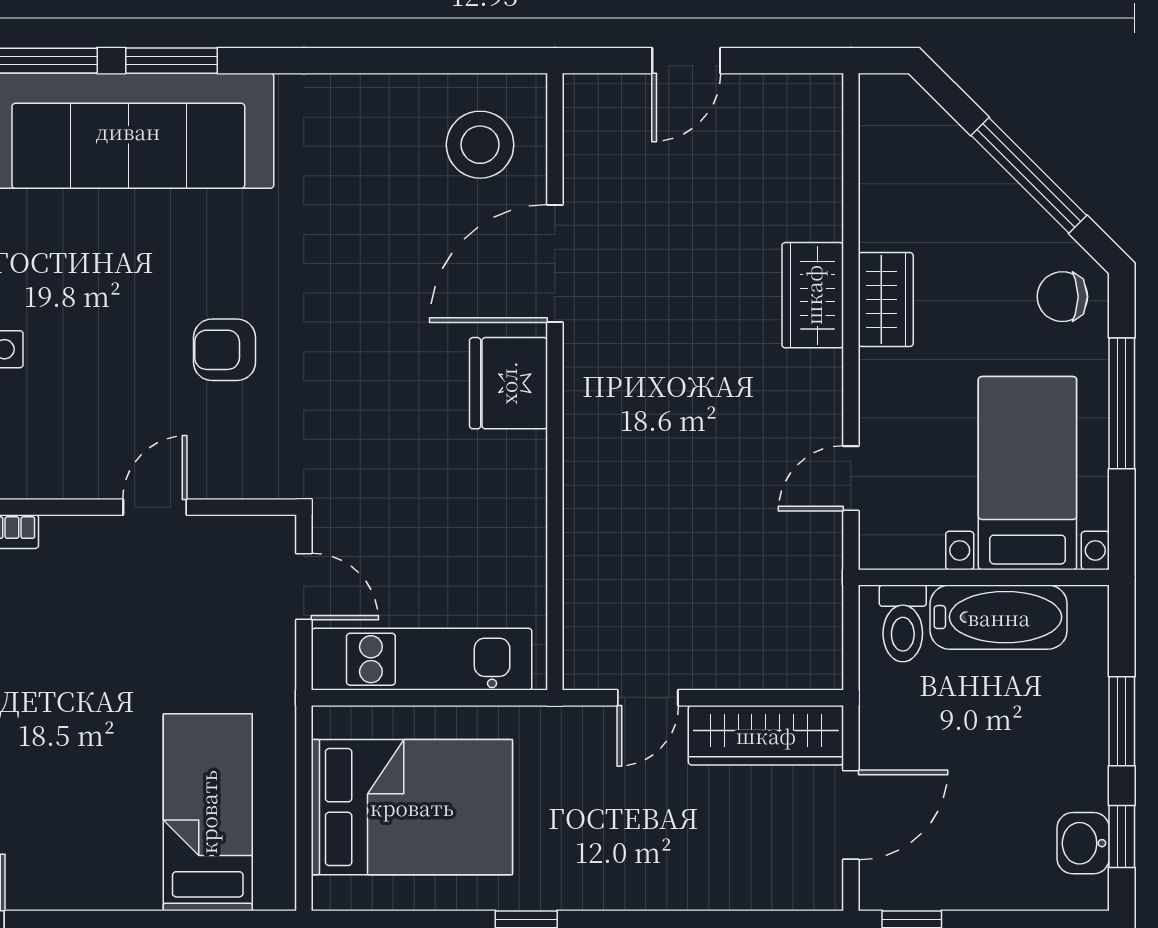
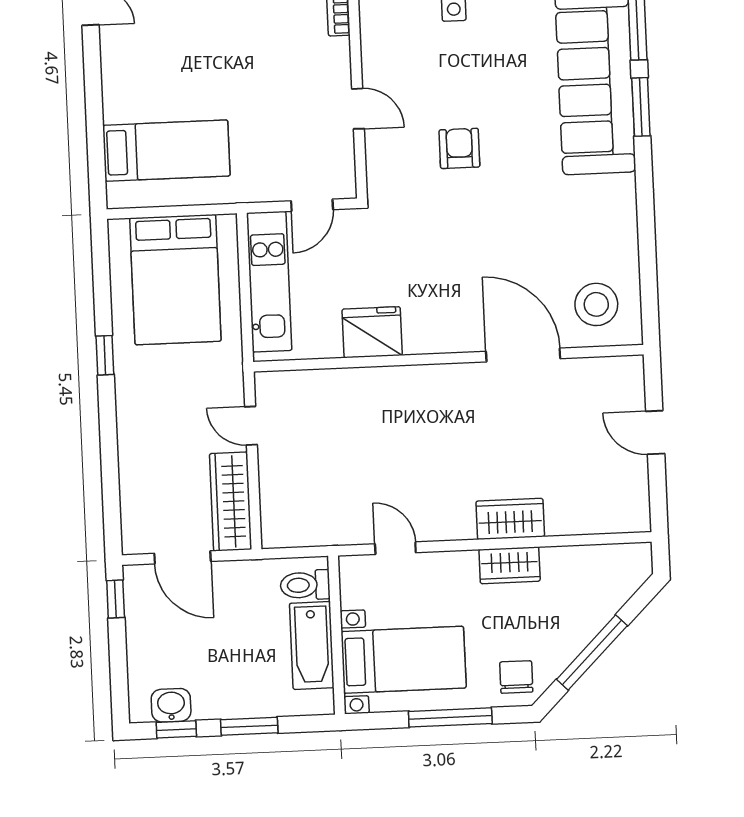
fridge: (508, 383) -> (372, 332), moved

